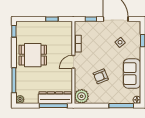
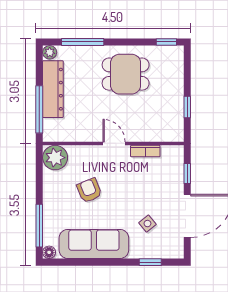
dining table: (33, 55) -> (126, 74), turned 90
sofa: (132, 74) -> (94, 244), width x1.36
dresser: (55, 98) -> (53, 89), moved

